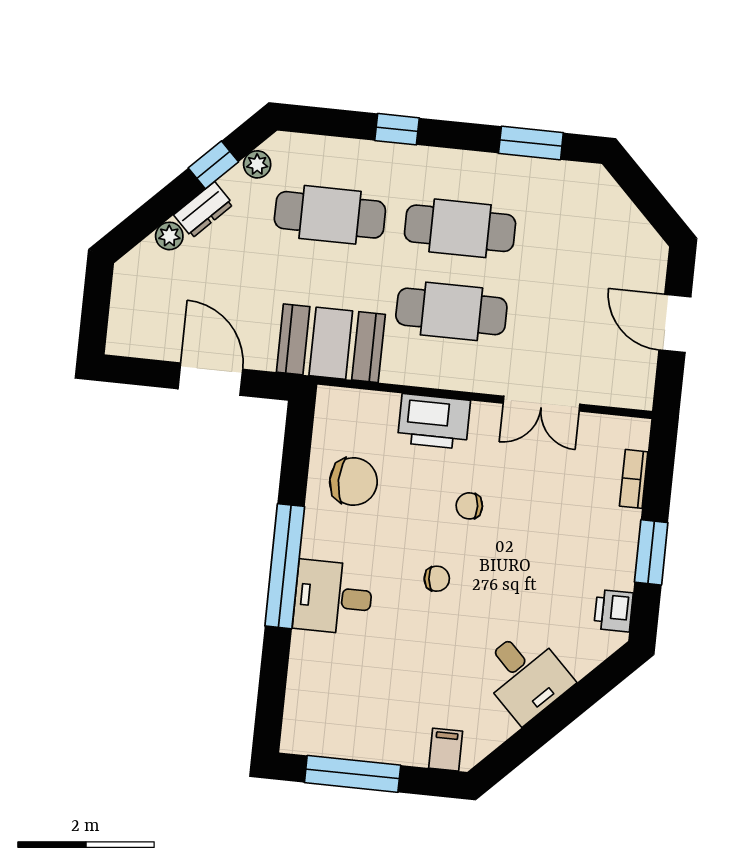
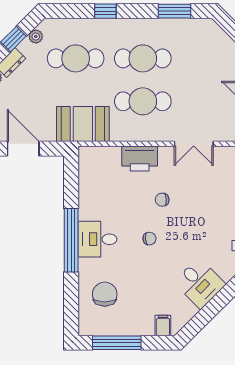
chair: (353, 481) -> (105, 294), moved, turned -90
desk: (333, 597) -> (97, 239), moved

